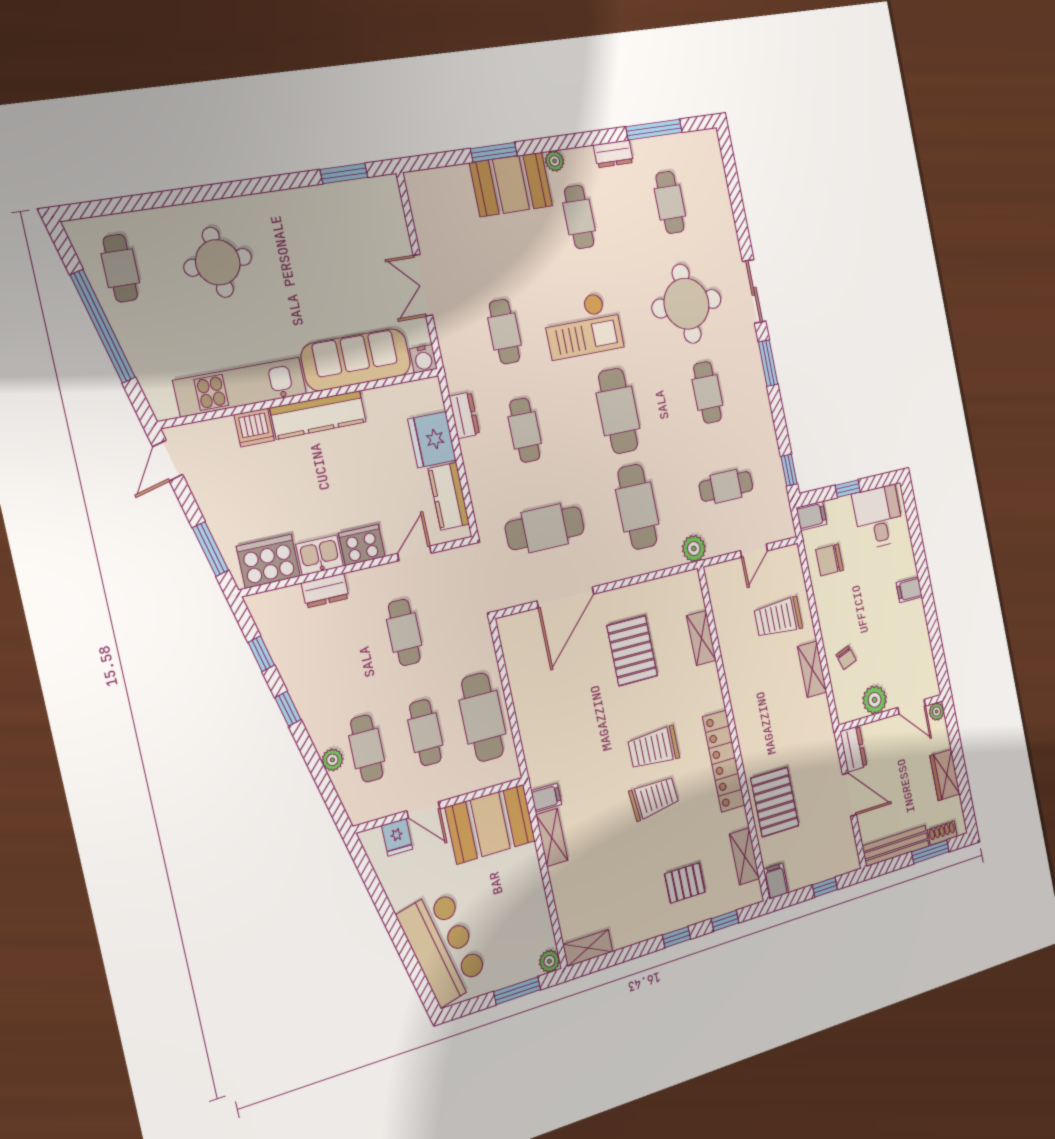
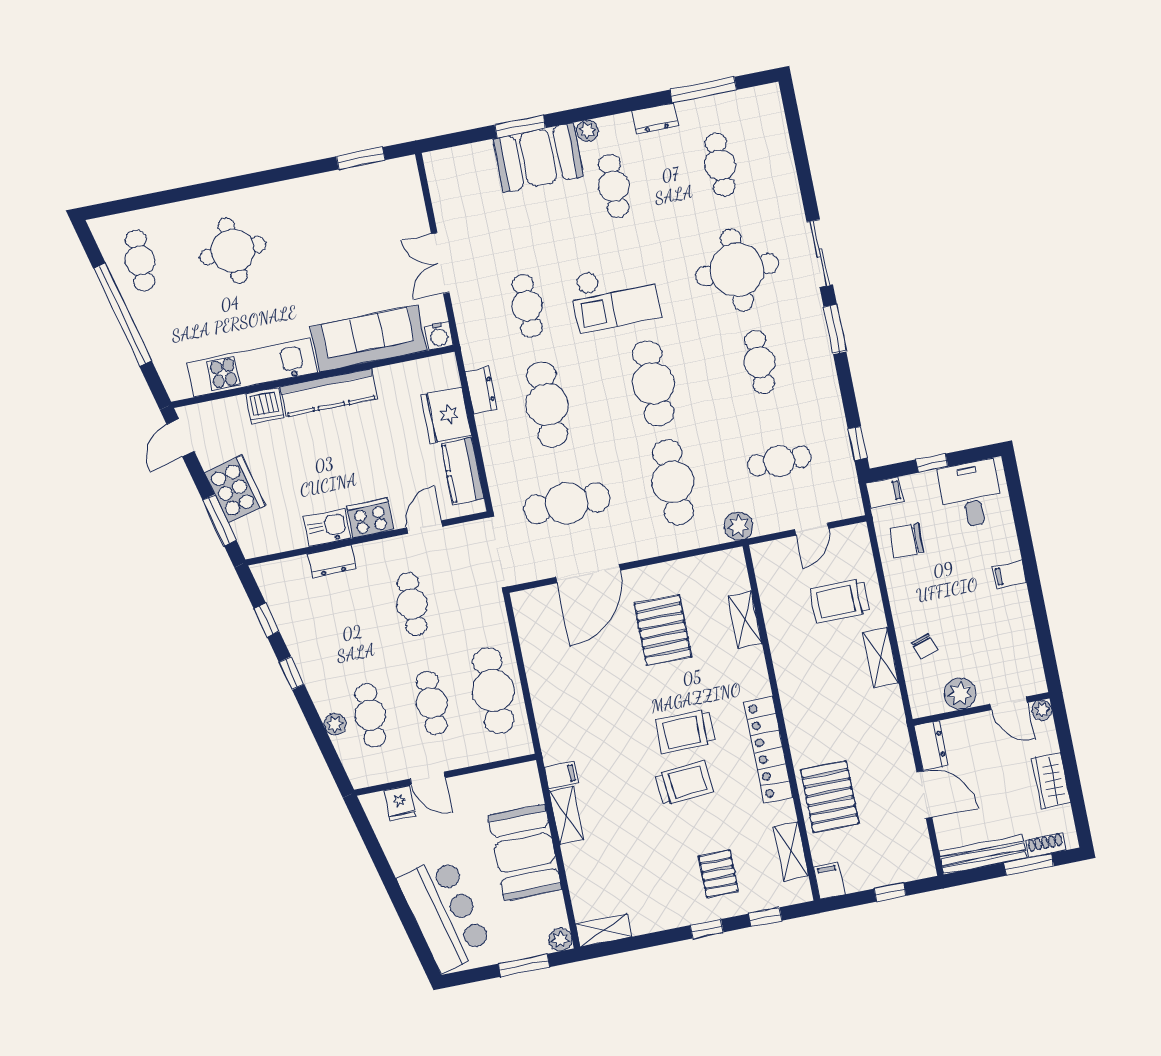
cafe table: (525, 430) -> (547, 405), width x1.37, depth x1.35
cooker: (268, 561) -> (235, 489), moved, turned 76
booth: (490, 824) -> (525, 853), moved, turned 90
pallet: (685, 883) -> (718, 874), turned 90

